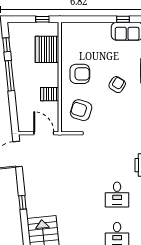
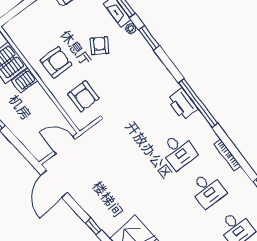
server rack: (50, 94) -> (25, 81), moved
armchair: (81, 110) -> (83, 96), turned -108

